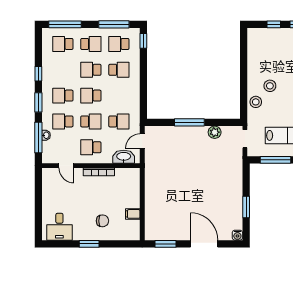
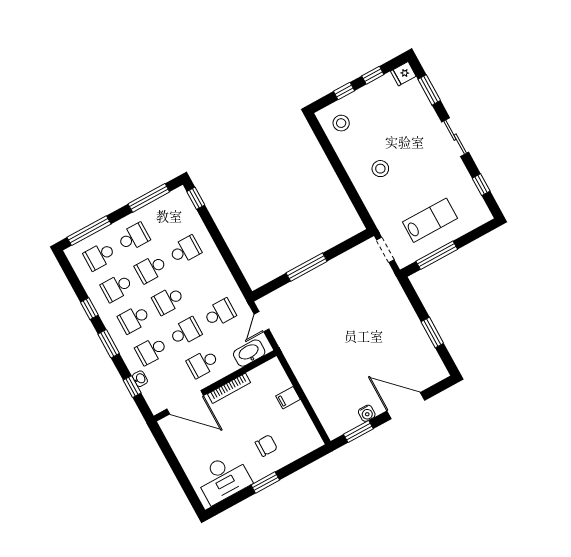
school desk: (119, 44) -> (117, 287), moved
stool: (256, 102) -> (341, 123), moved
plant: (215, 132) -> (344, 262), removed
window: (38, 137) -> (132, 387), width x0.46
door: (66, 166) -> (185, 402), width x1.88
filing cabinet: (133, 214) -> (288, 398), moved
desk: (59, 227) -> (223, 478), width x1.37
water cooler: (237, 235) -> (367, 413), moved

